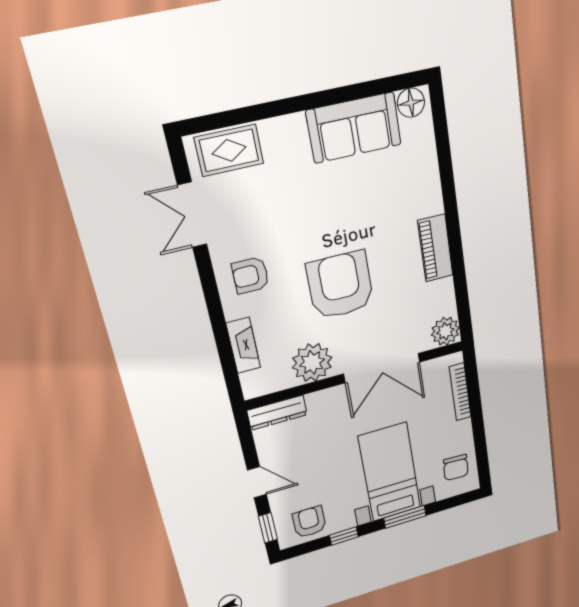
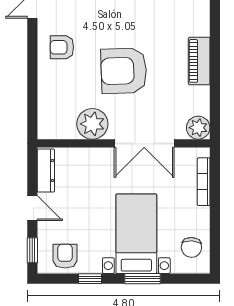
armchair: (340, 285) -> (124, 71), turned -92
fireplace: (243, 345) -> (46, 97), removed
dresser: (277, 413) -> (46, 171), moved, turned -90

